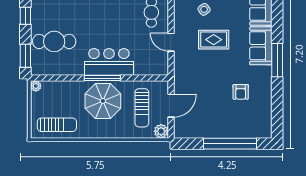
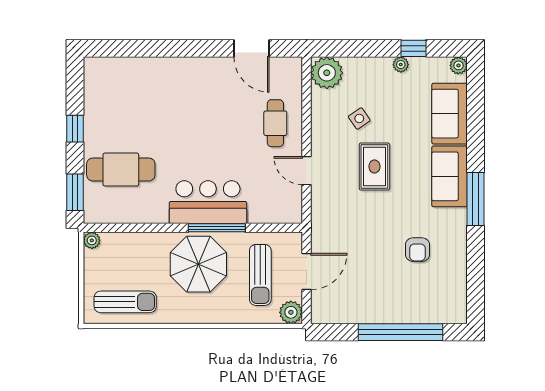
rug: (214, 40) -> (374, 167), turned 90
window: (102, 78) -> (217, 228), moved

